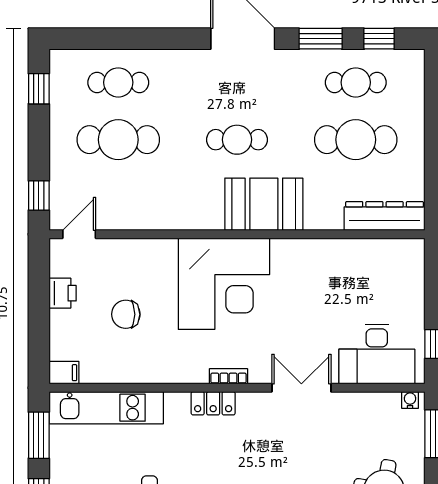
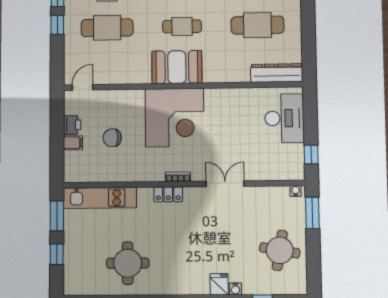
window: (39, 196) -> (57, 25), moved
booth: (264, 204) -> (177, 67), moved
desk: (377, 354) -> (284, 118), moved, turned -90
filing cabinet: (64, 373) -> (73, 143), moved

